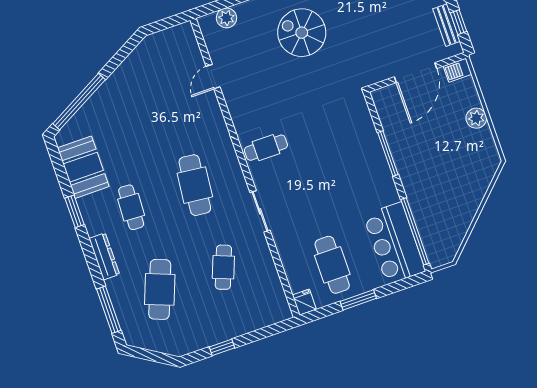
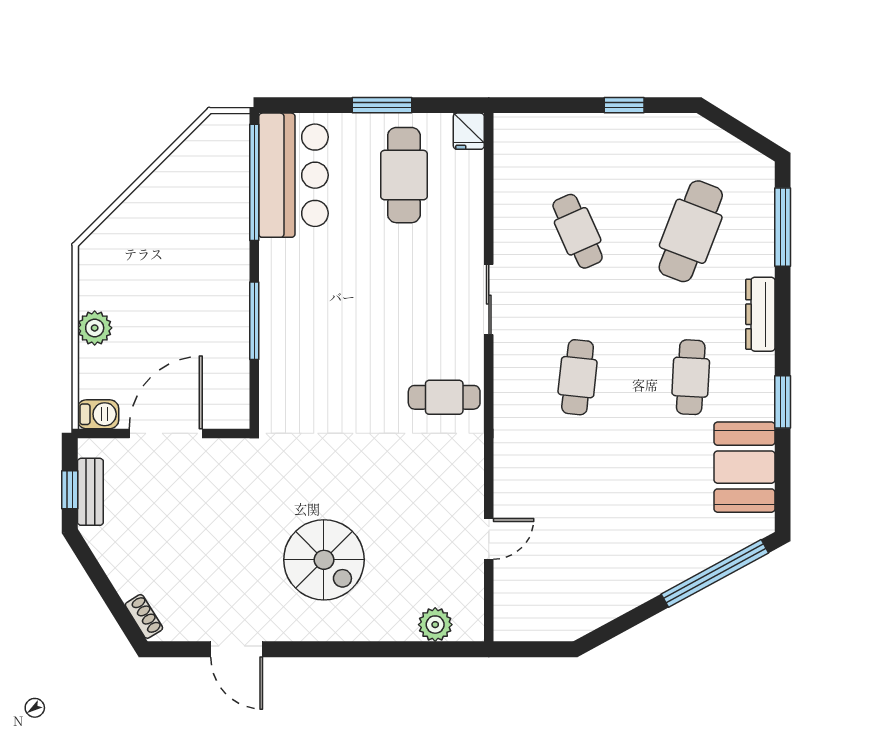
cafe table: (195, 185) -> (578, 377), width x0.73, depth x0.74
cafe table: (223, 267) -> (578, 231), turned -45

